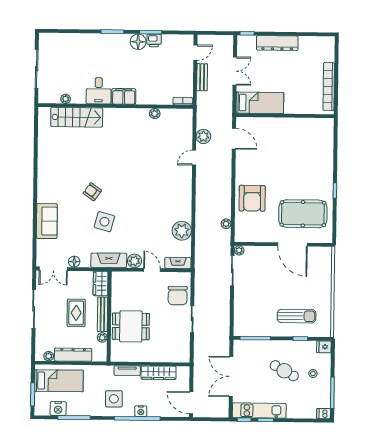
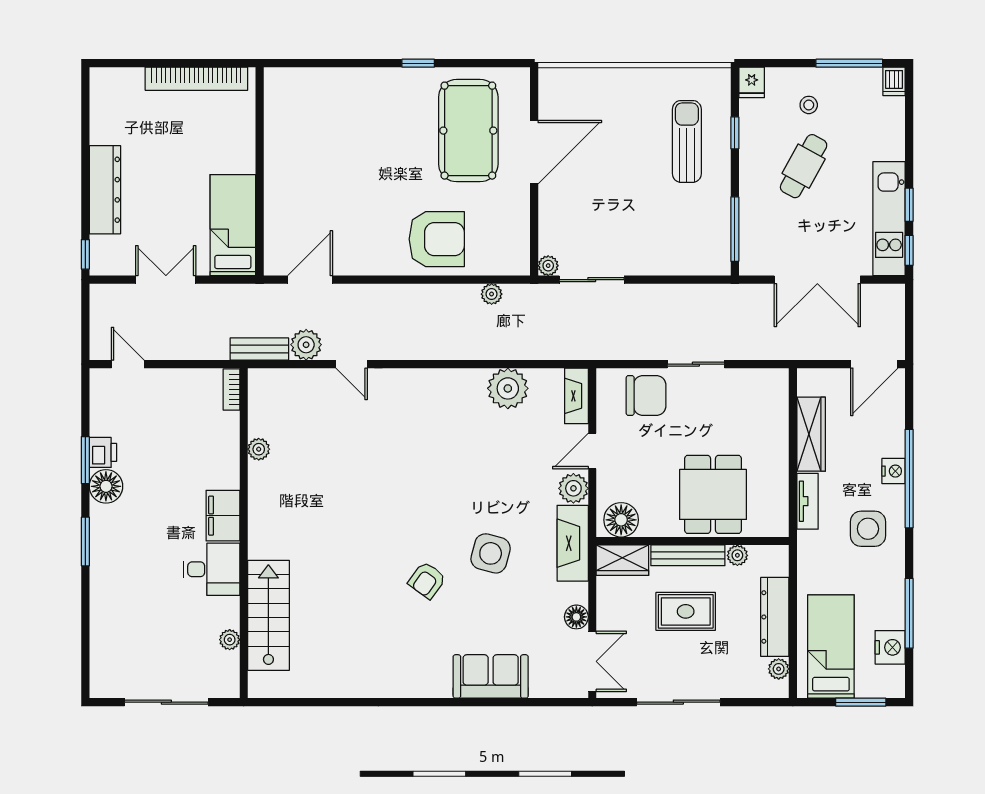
bench: (202, 77) -> (259, 349), moved
floor lamp: (119, 283) -> (621, 520), added

